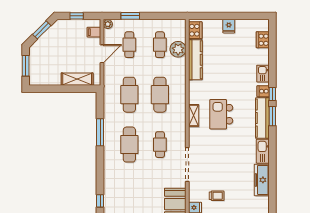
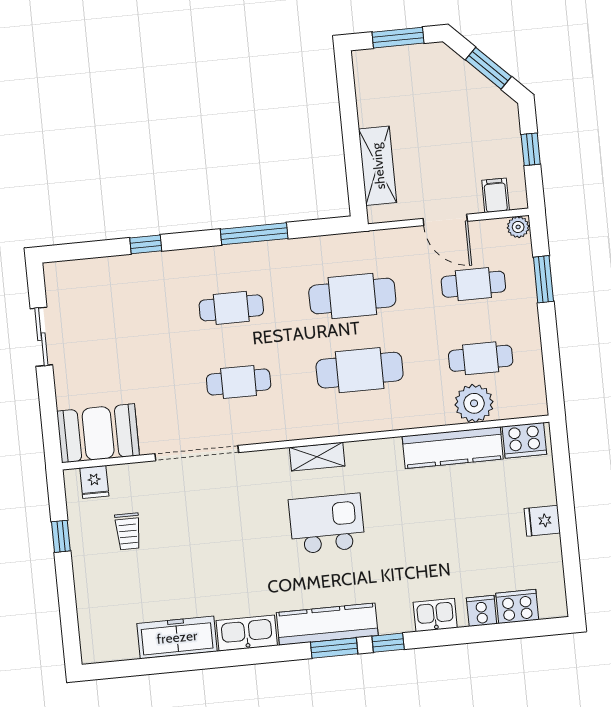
cooker: (263, 91) -> (482, 611), moved
cafe table: (129, 145) -> (231, 308), width x0.73, depth x0.74
window: (100, 201) -> (146, 244), moved

